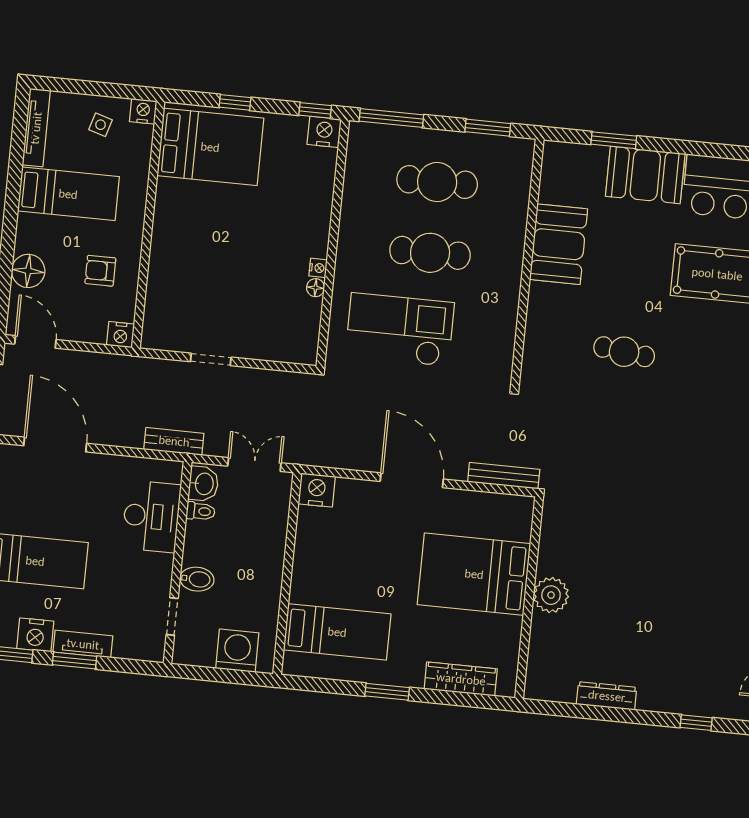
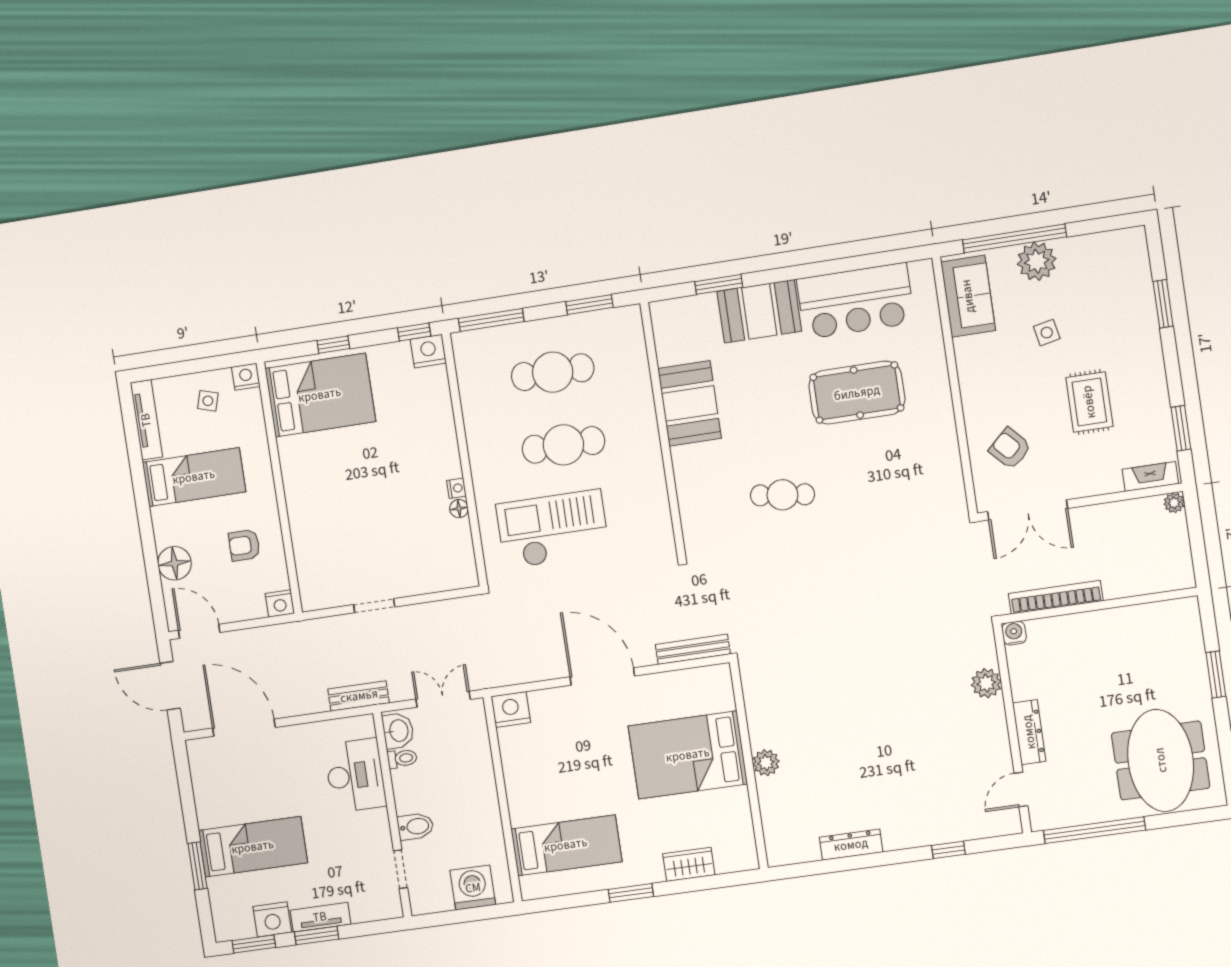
plant: (551, 595) -> (766, 763), width x0.73, depth x0.73
wardrobe: (461, 679) -> (689, 864), width x0.67

